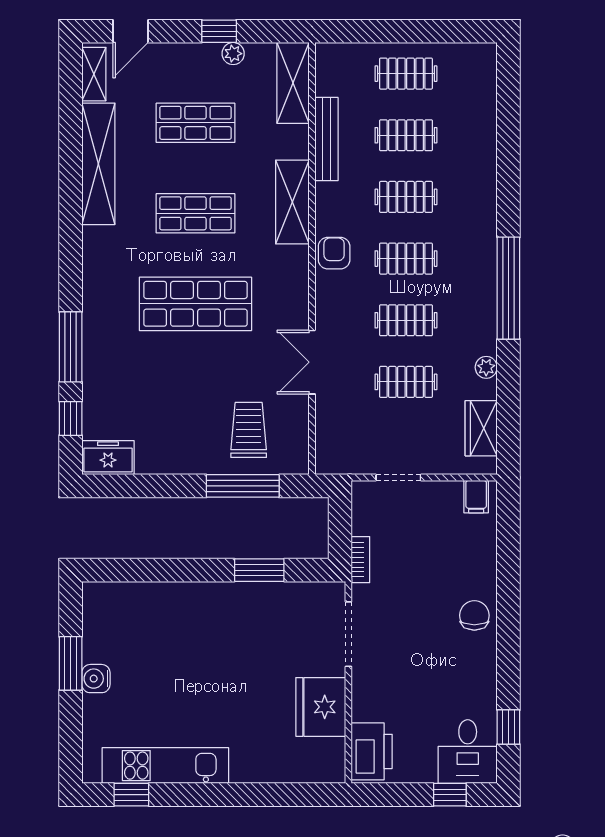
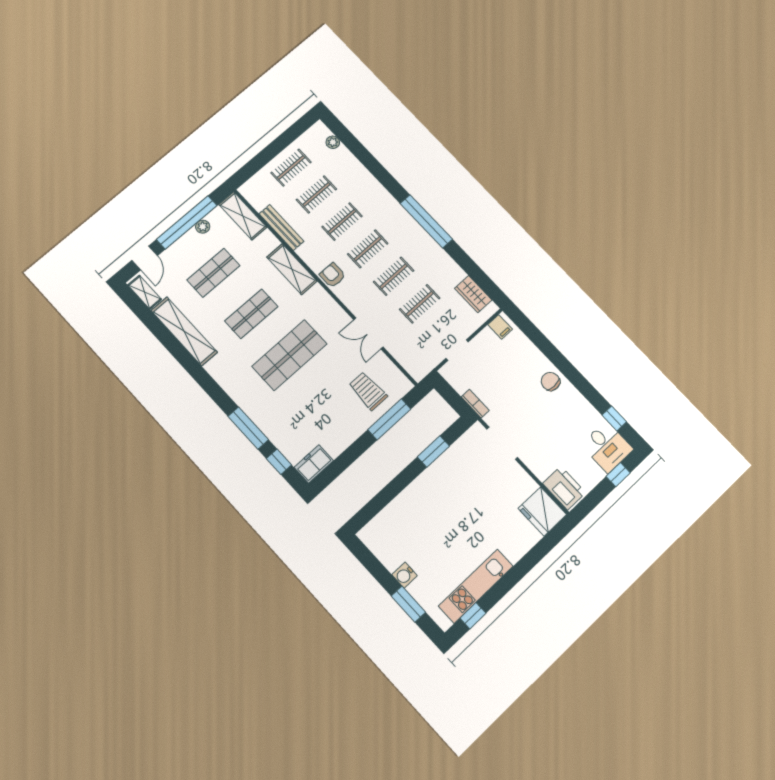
window: (219, 31) -> (187, 222), width x3.17
plant: (486, 367) -> (333, 142), moved
window: (71, 663) -> (408, 604), moved
fridge: (321, 707) -> (542, 511), moved

